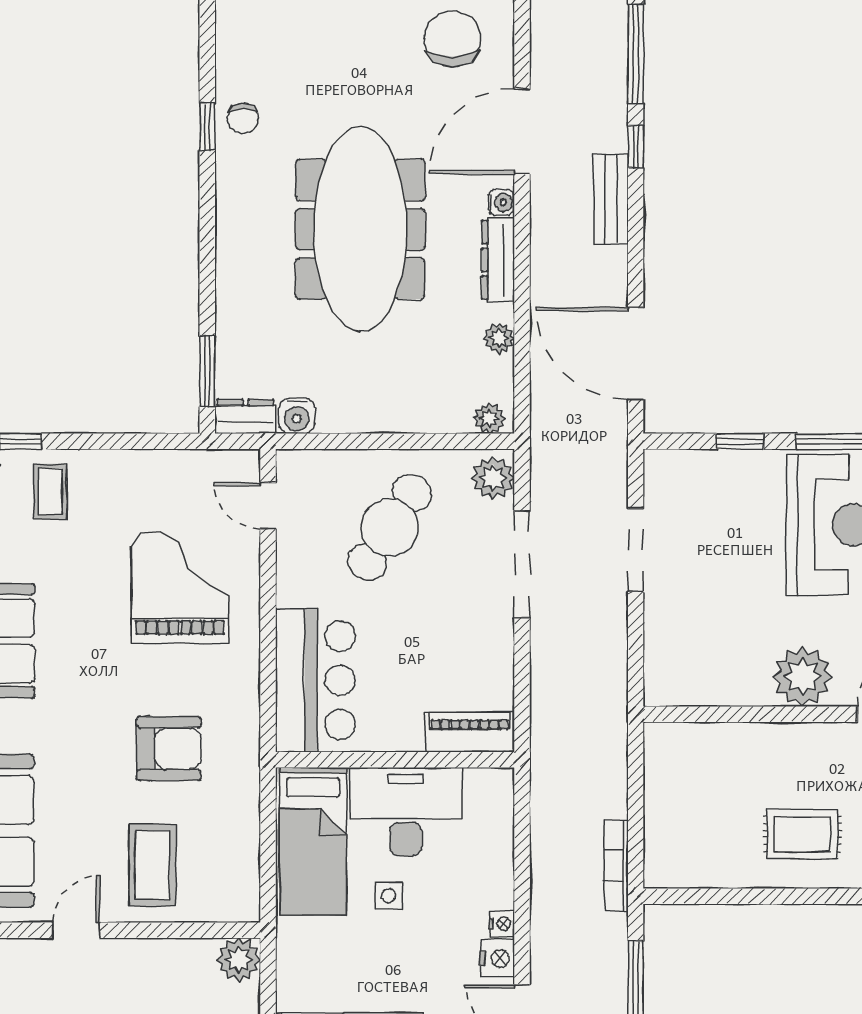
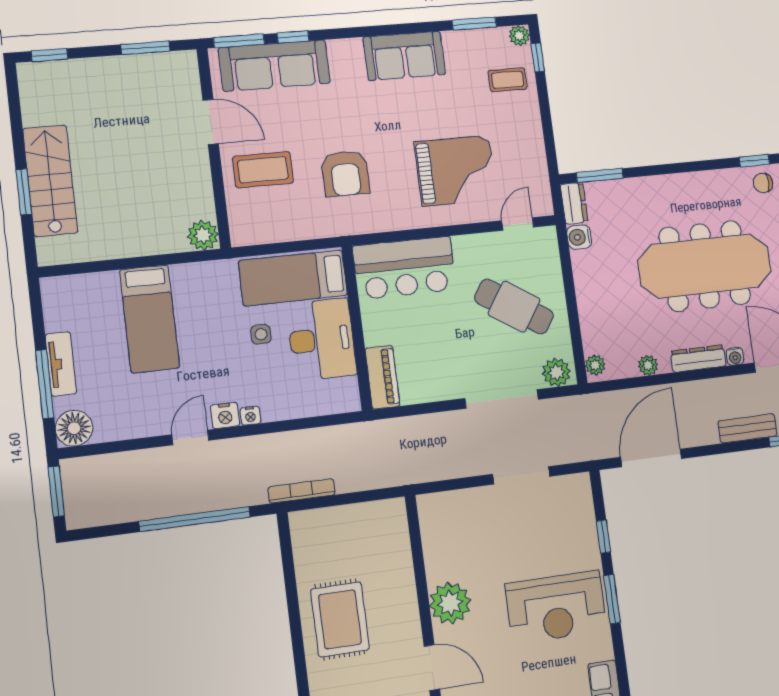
rug: (802, 834) -> (340, 619), width x1.36, depth x1.43
door: (76, 930) -> (211, 122), width x1.38

